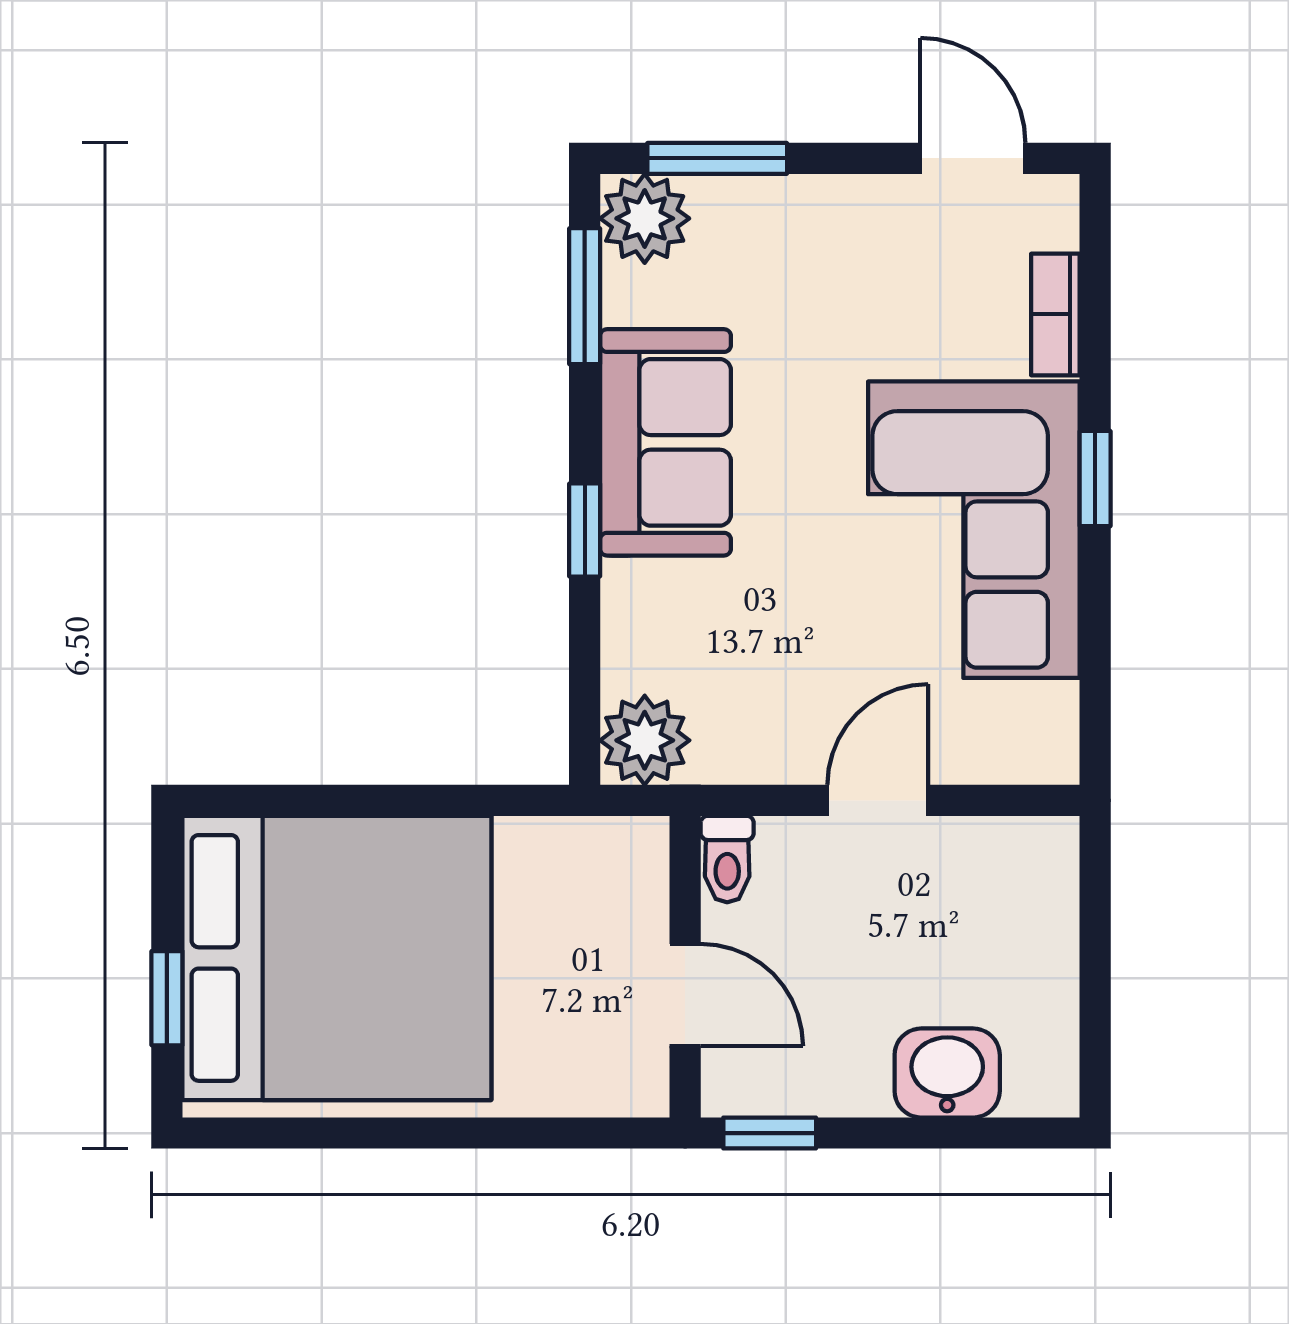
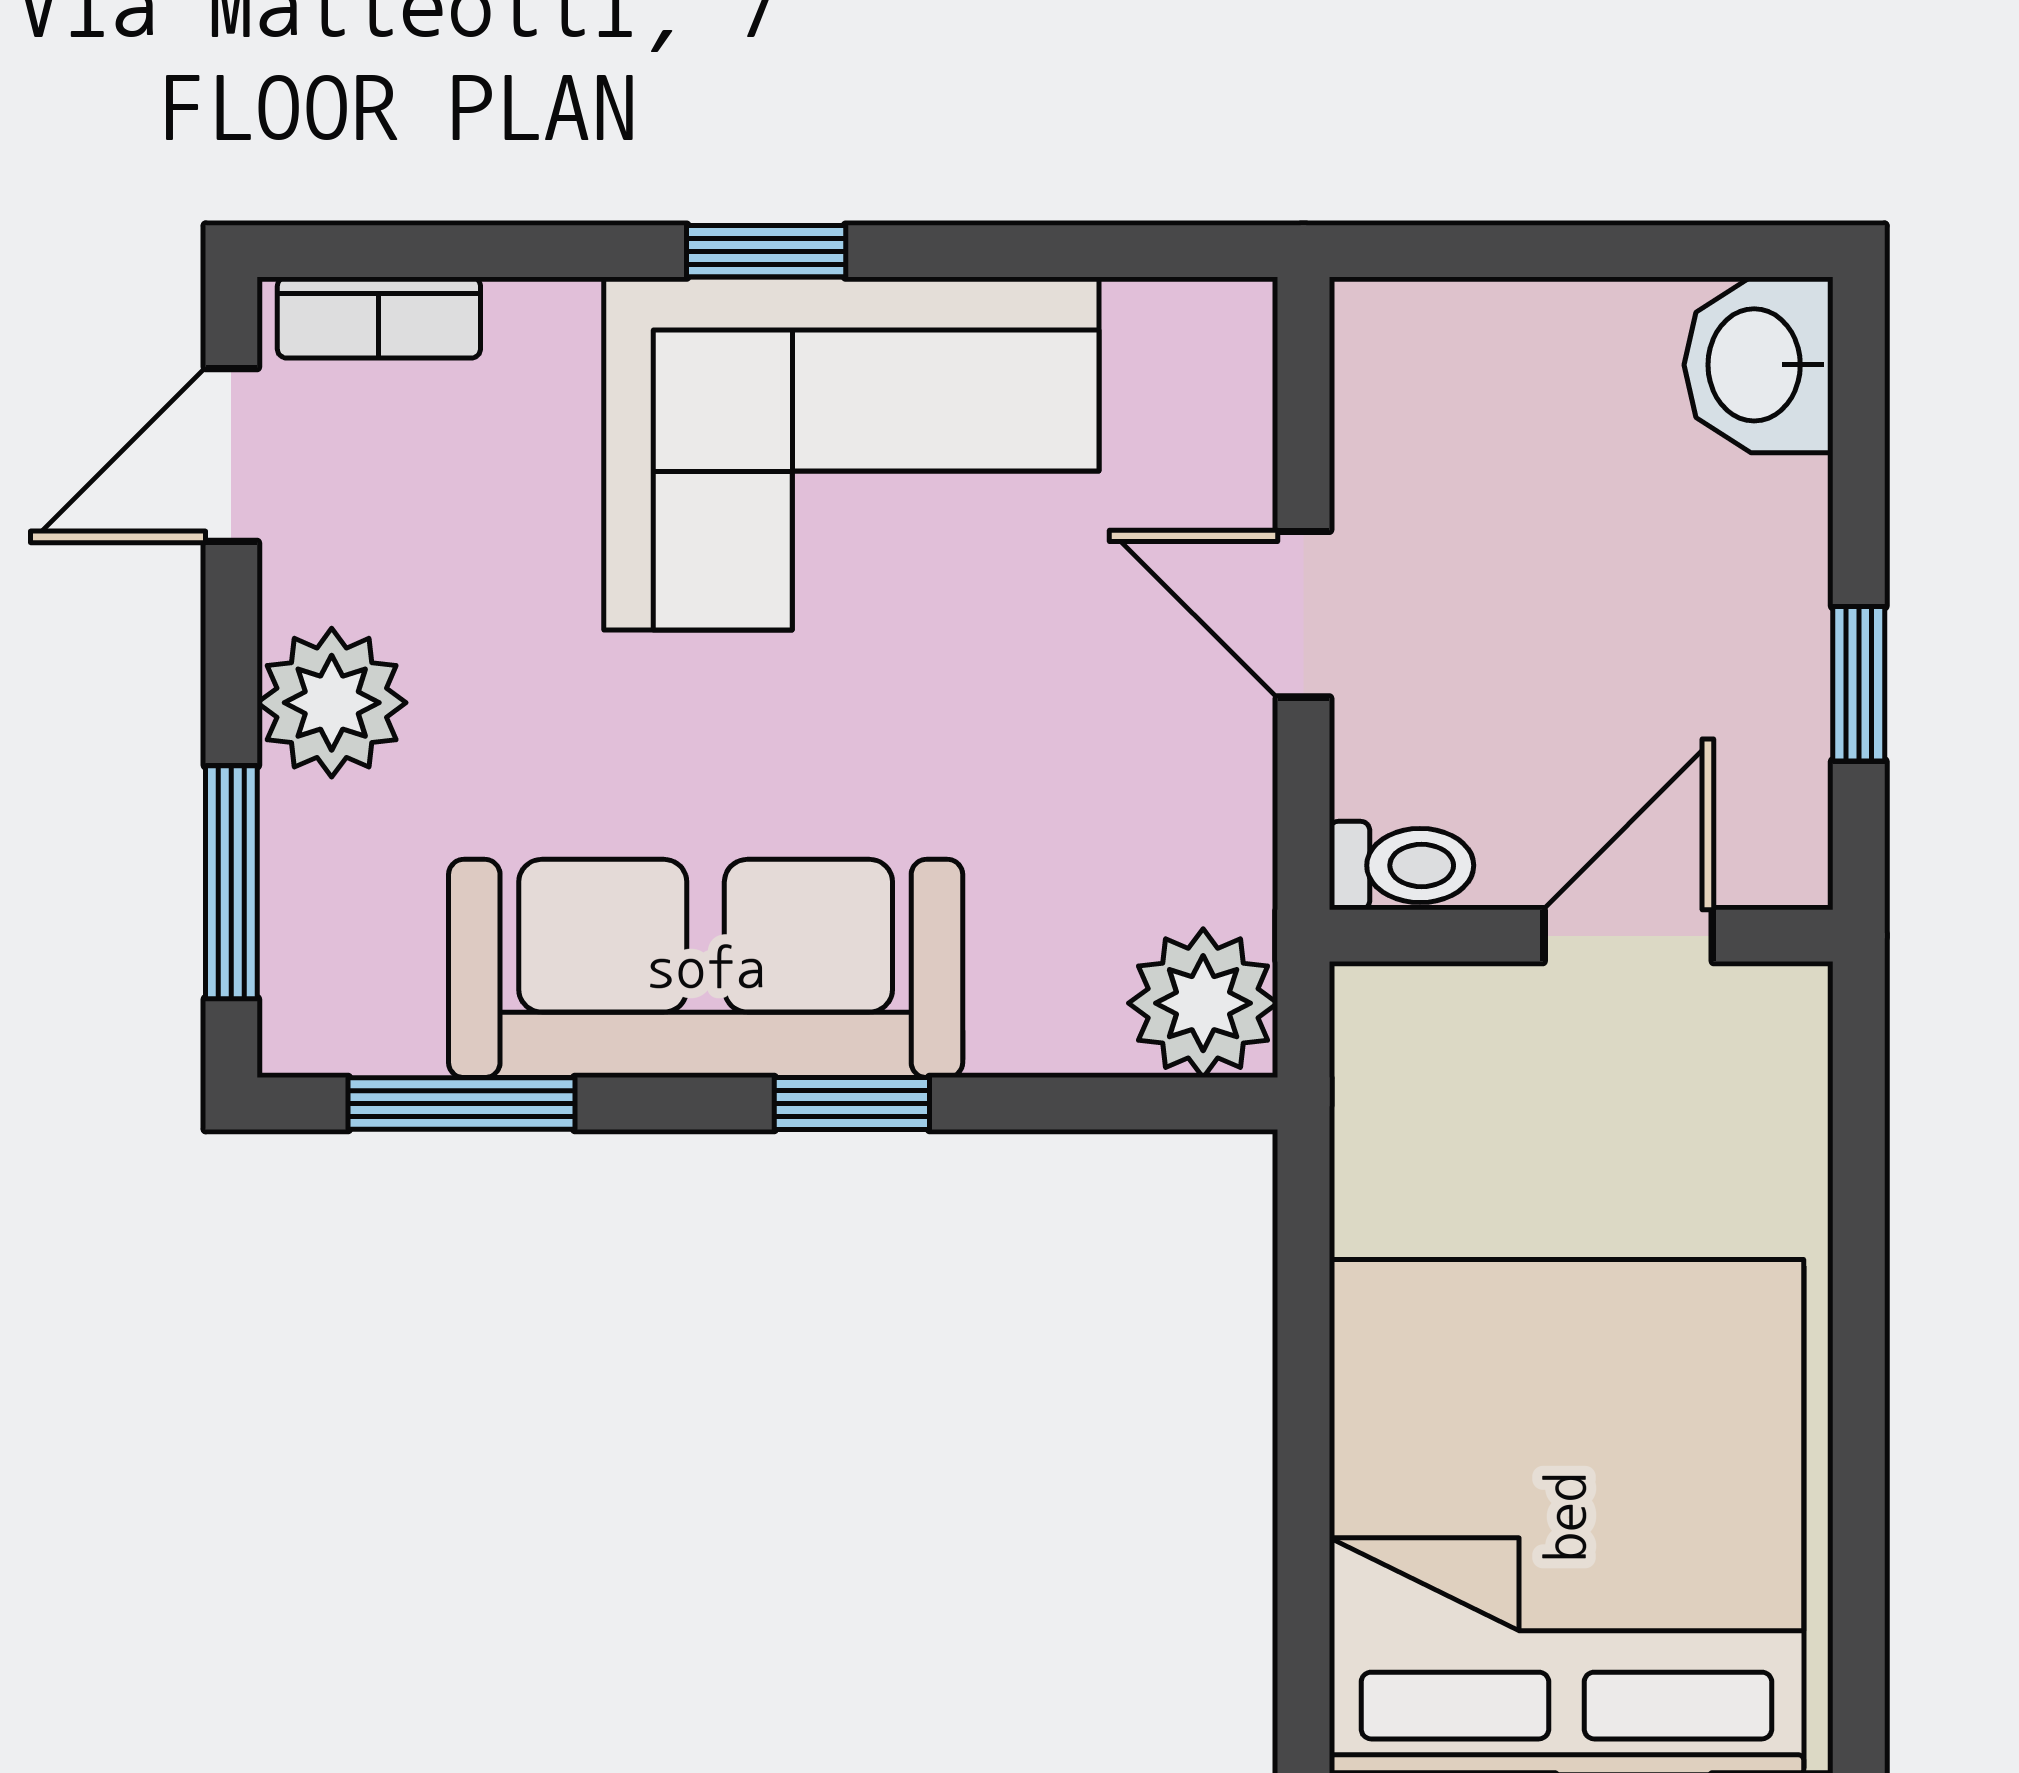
plant: (645, 218) -> (332, 703), moved
bookcase: (1055, 314) -> (379, 318), moved
sofa: (666, 442) -> (706, 968), width x1.36
washbasin: (947, 1073) -> (1759, 365), moved
window: (770, 1133) -> (1859, 684), moved

